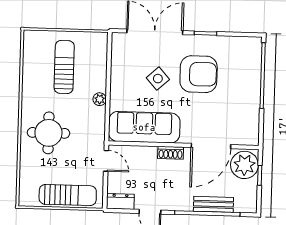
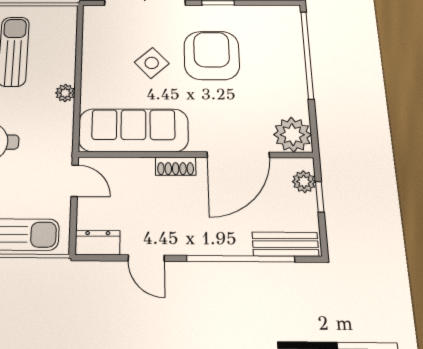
armchair: (199, 74) -> (212, 55), turned -90
plant: (247, 133) -> (292, 135), added
plant: (244, 165) -> (304, 182), width x0.53, depth x0.53
bench: (213, 204) -> (285, 244), moved

